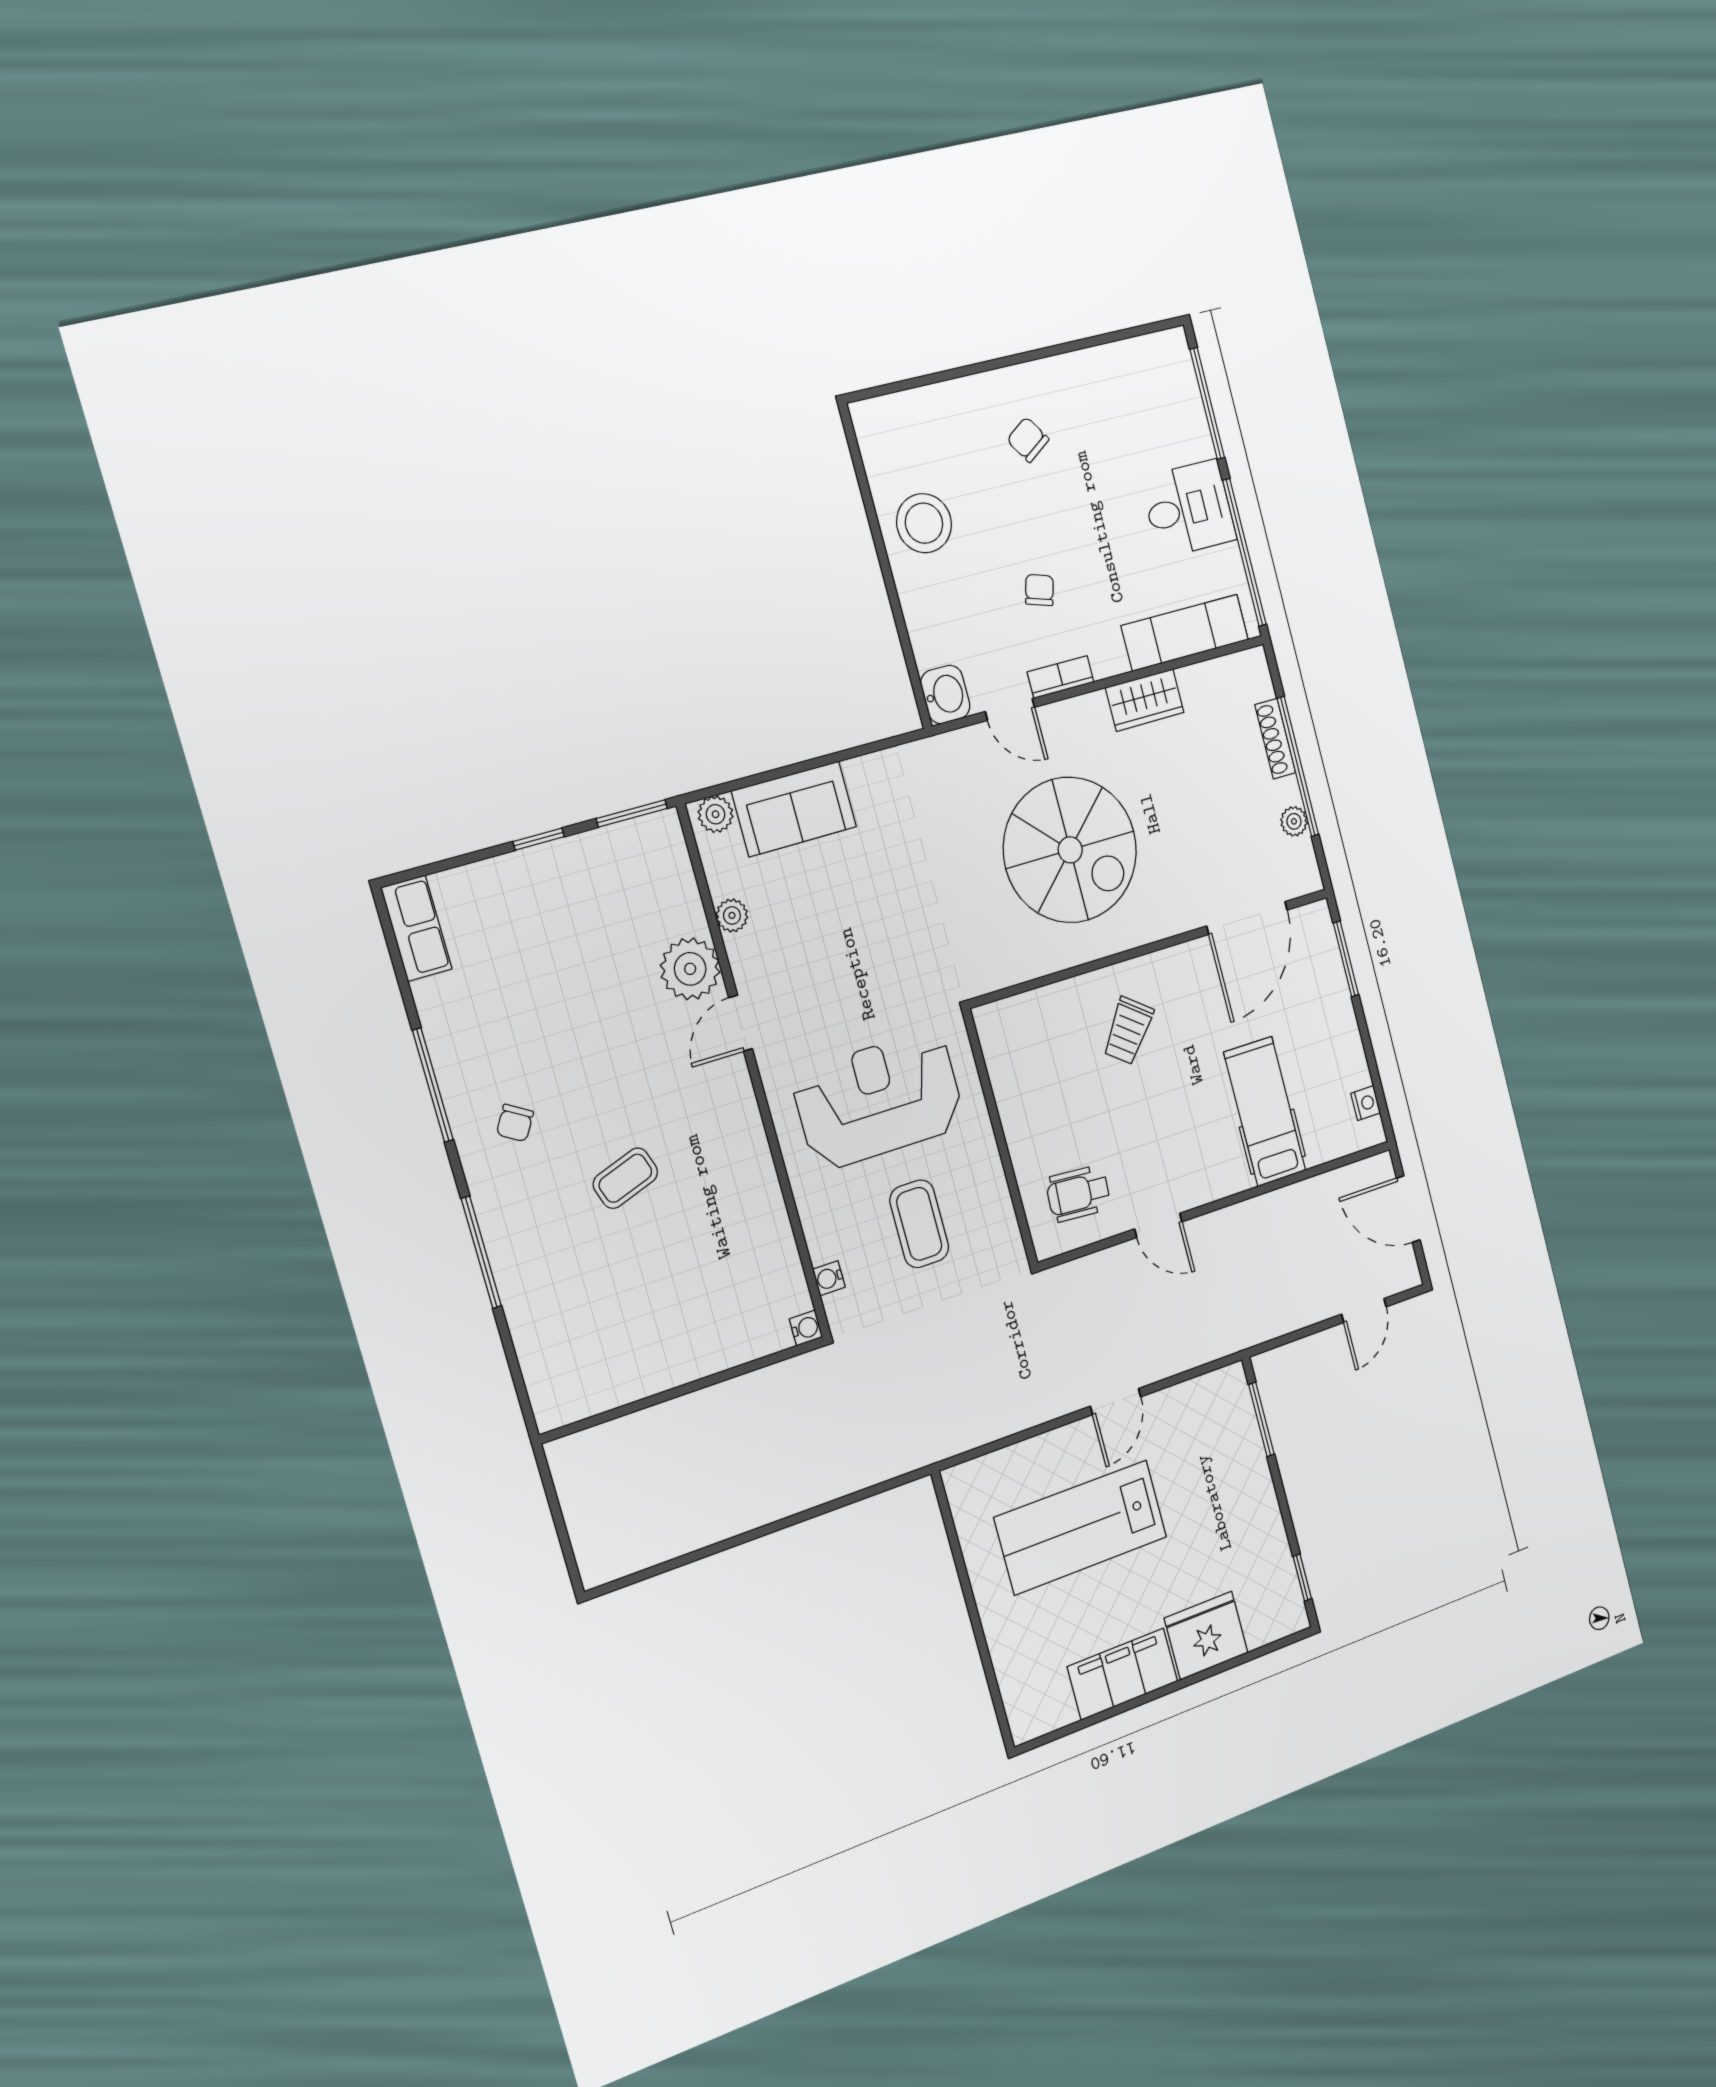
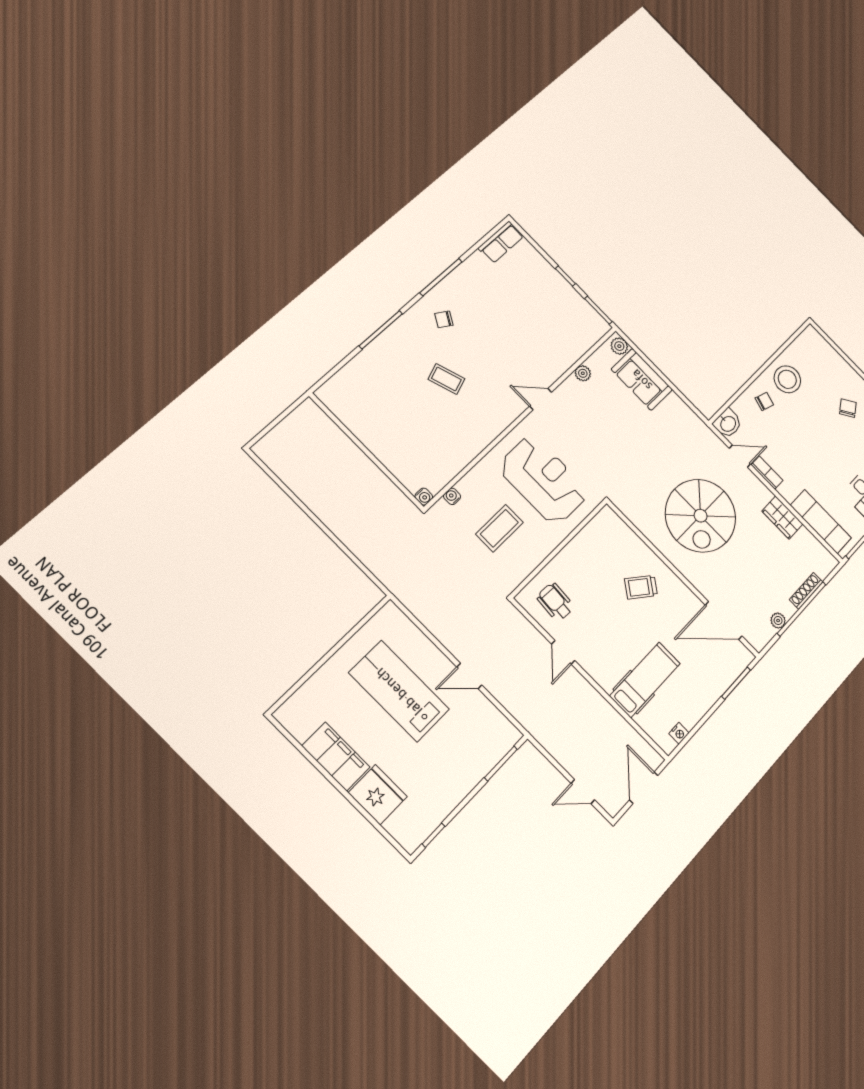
chair: (1039, 590) -> (764, 401), moved
door: (1010, 709) -> (740, 456), swing flipped
plant: (690, 969) -> (550, 366), removed

